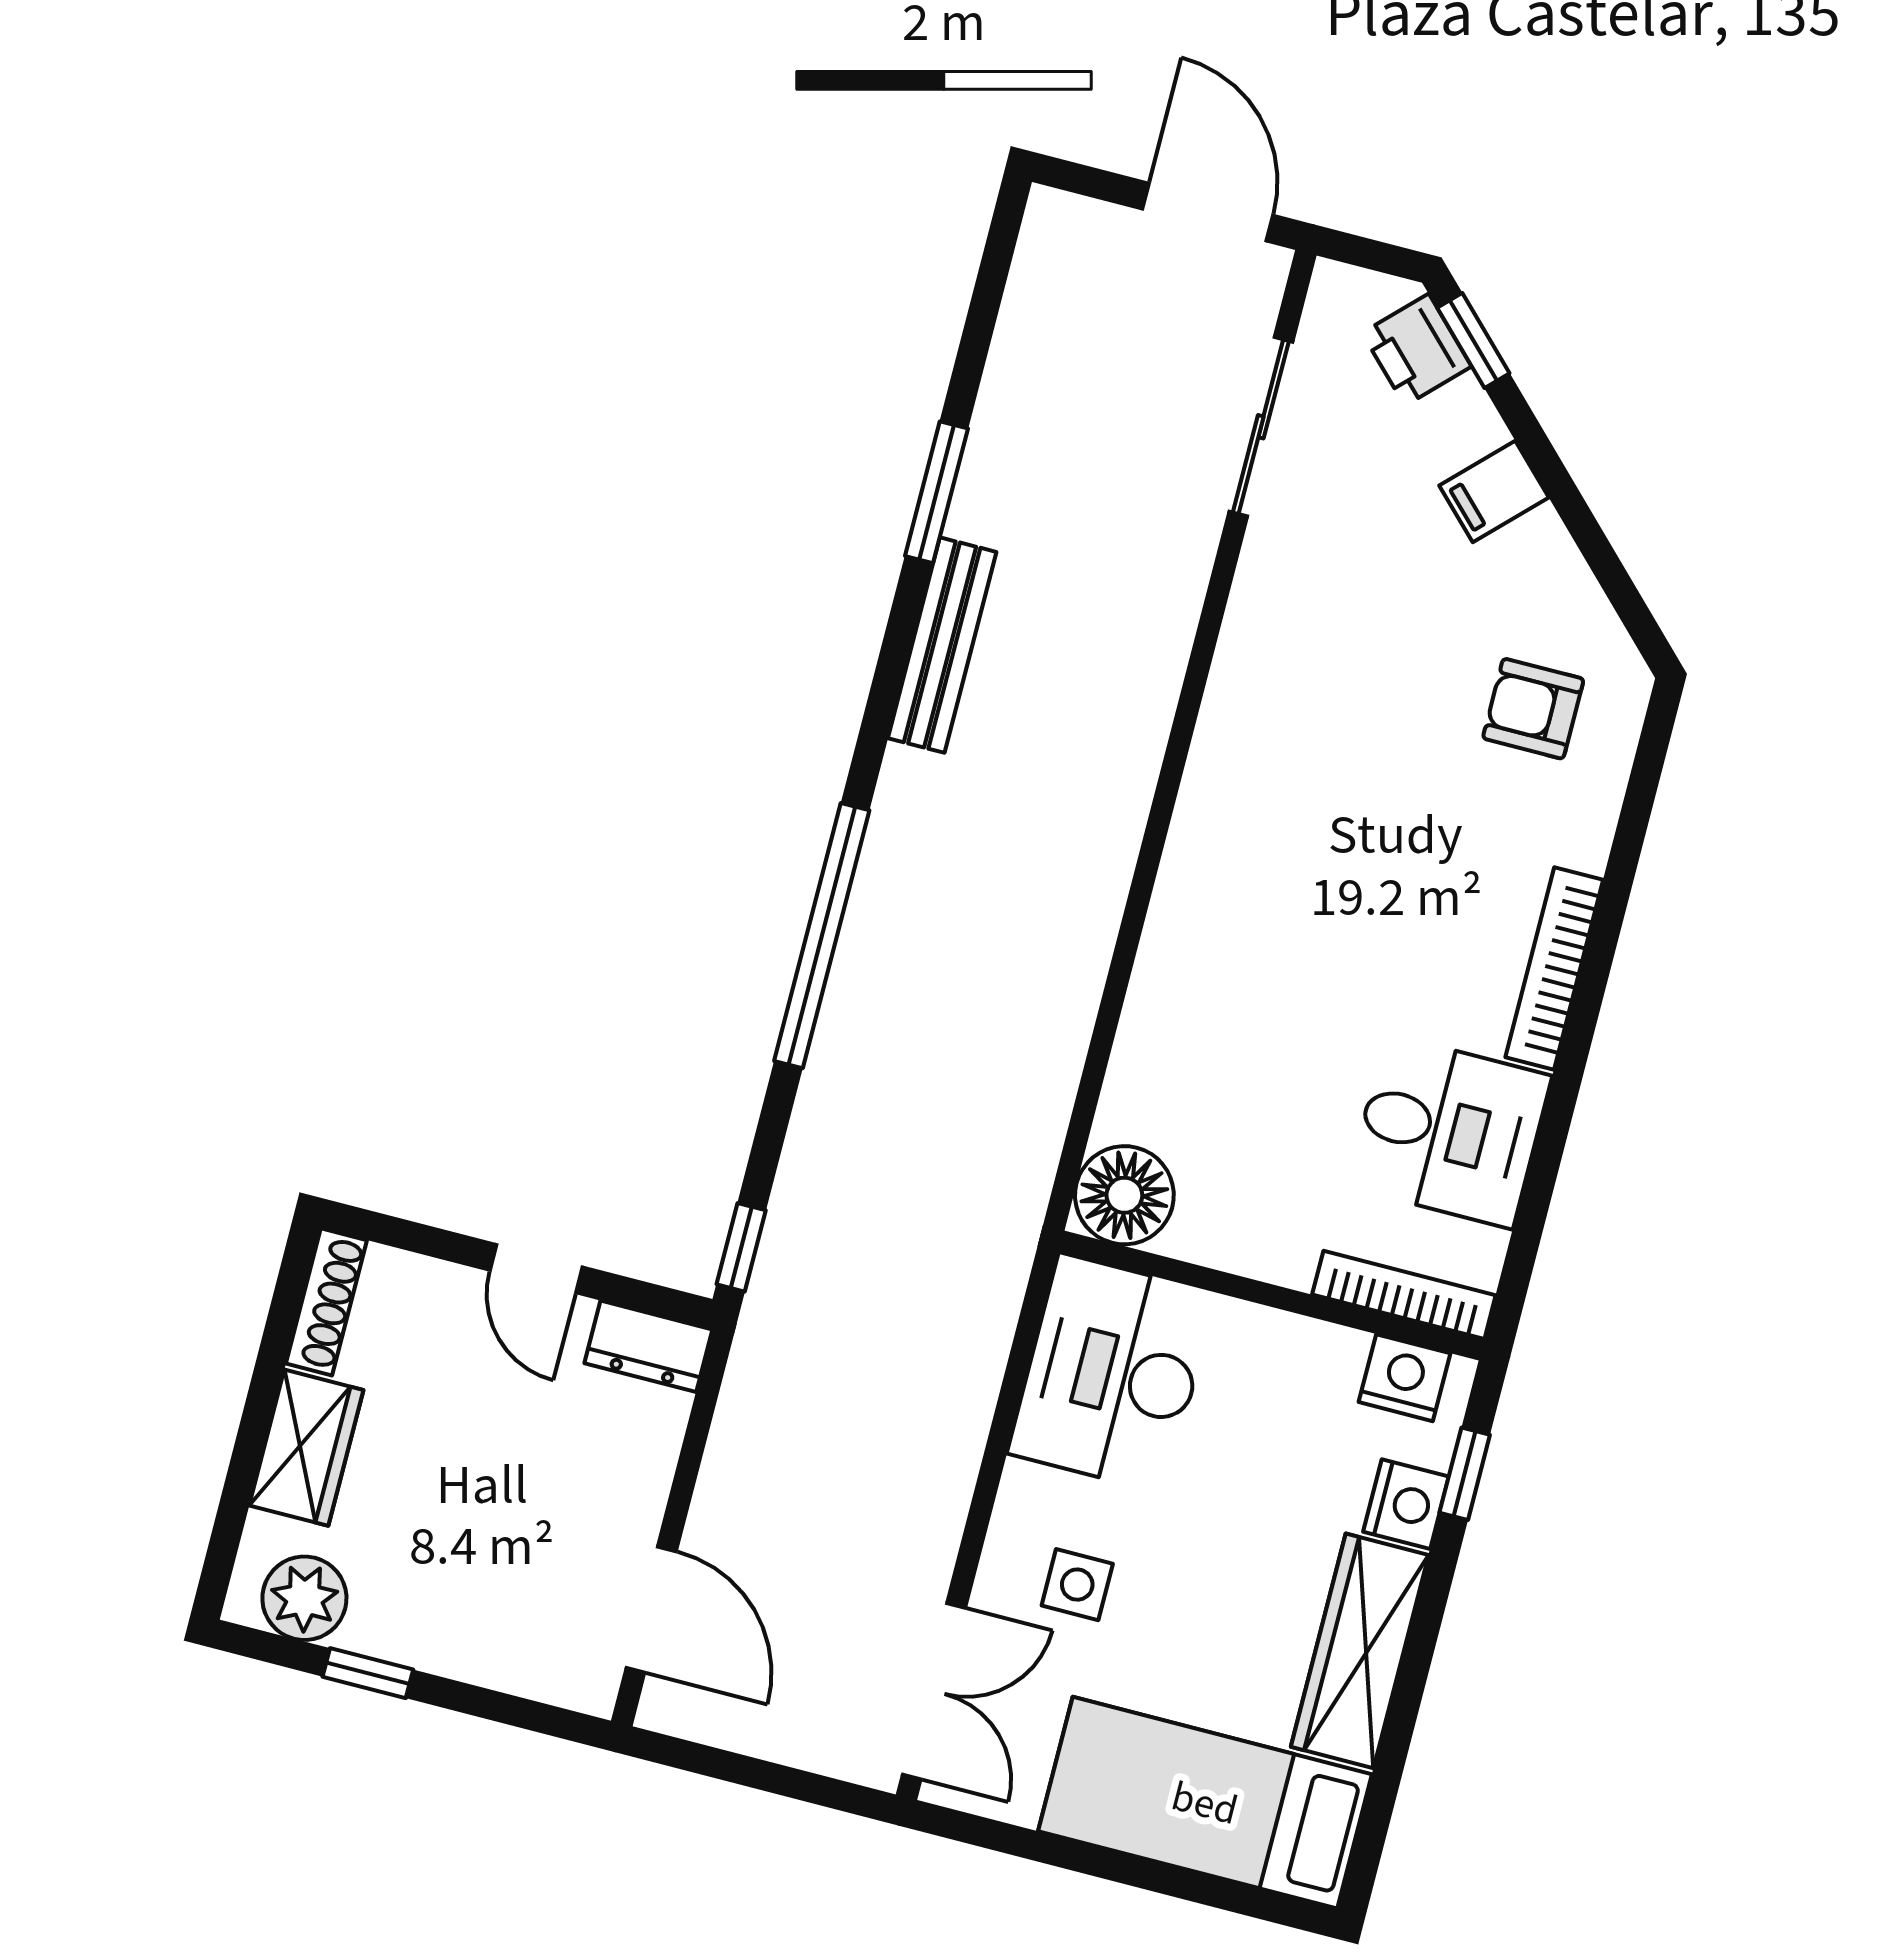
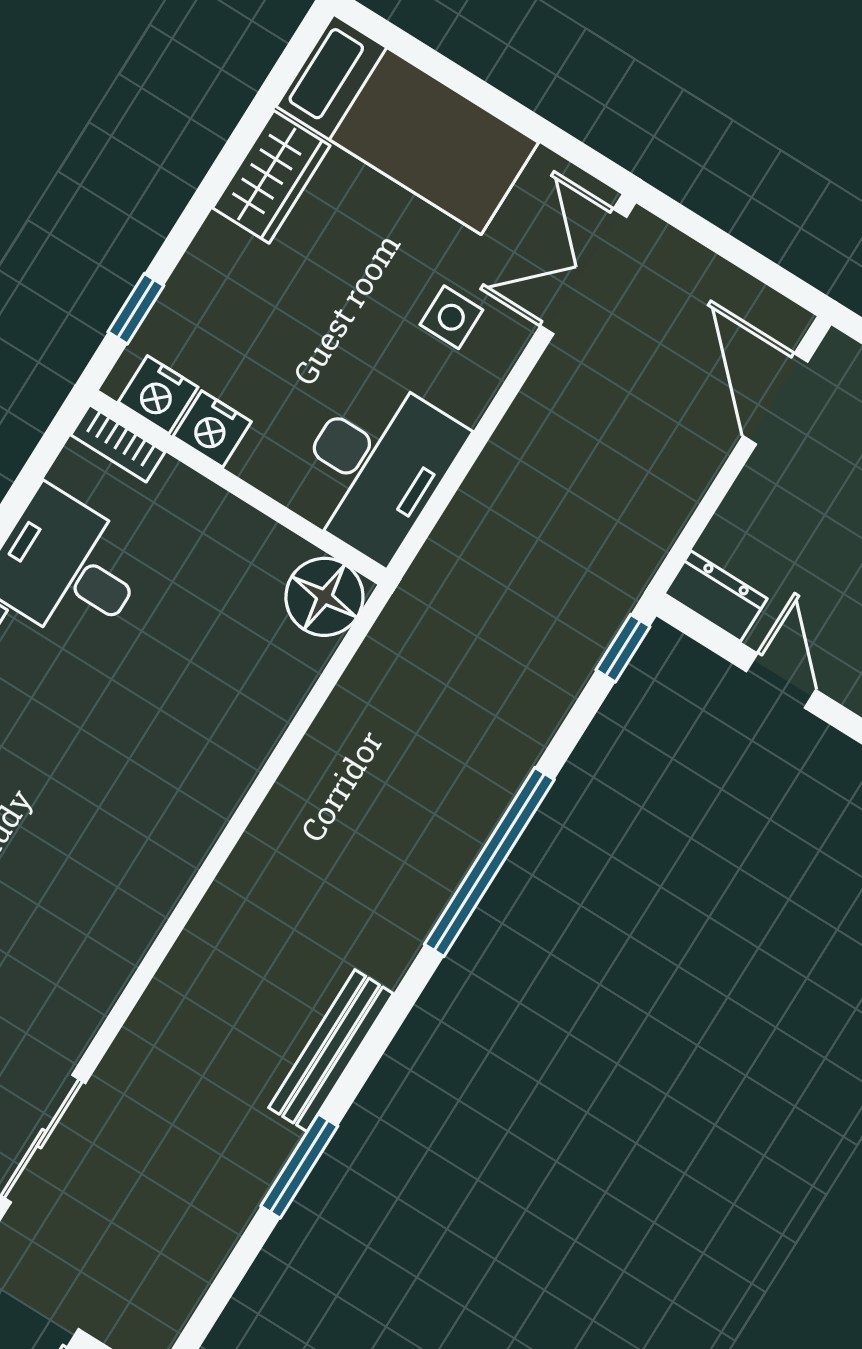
bookcase: (1404, 1295) -> (118, 443), width x0.64
nightstand: (1406, 1504) -> (212, 429), moved, turned -90
wardrobe: (1360, 1651) -> (271, 177), width x0.67

